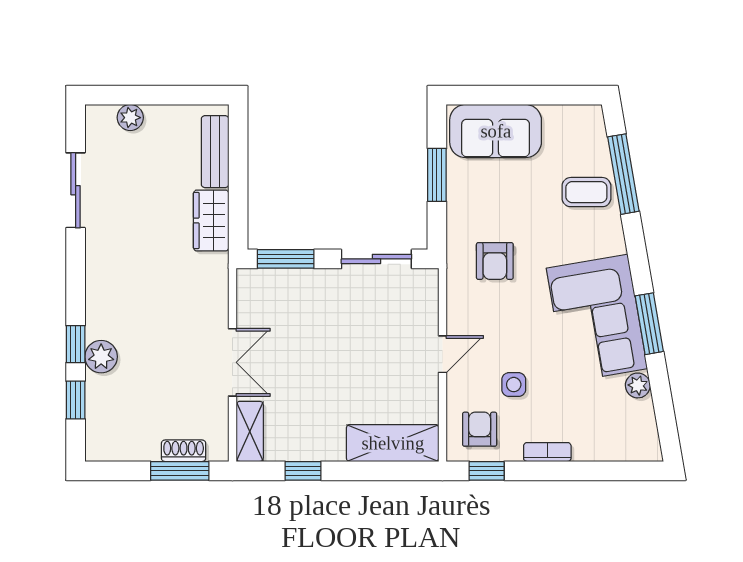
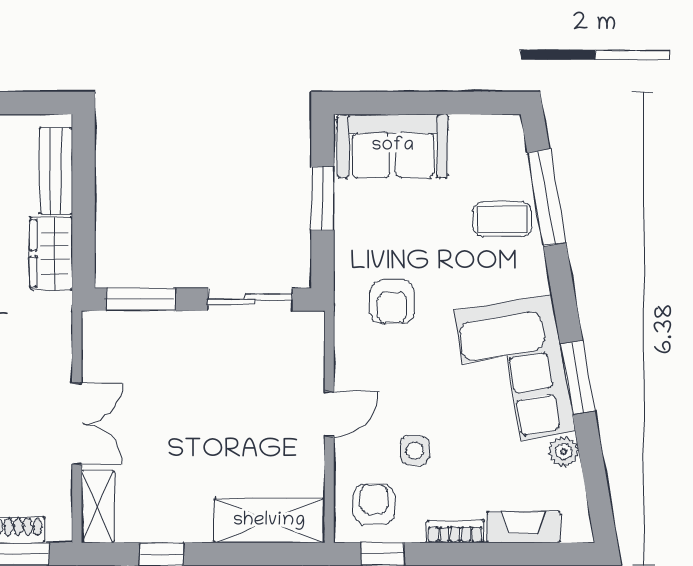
fireplace: (604, 448) -> (523, 527), added

